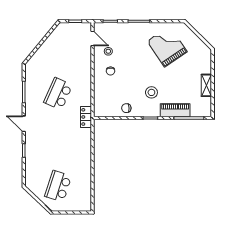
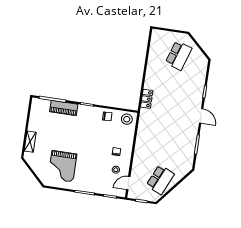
door: (93, 39) -> (128, 183), hinge flipped
grand piano: (167, 46) -> (62, 166), turned 34
shelving: (206, 85) -> (30, 142), moved
stool: (151, 92) -> (127, 119), moved
school desk: (58, 94) -> (160, 180), moved
locker: (86, 117) -> (147, 99), moved

